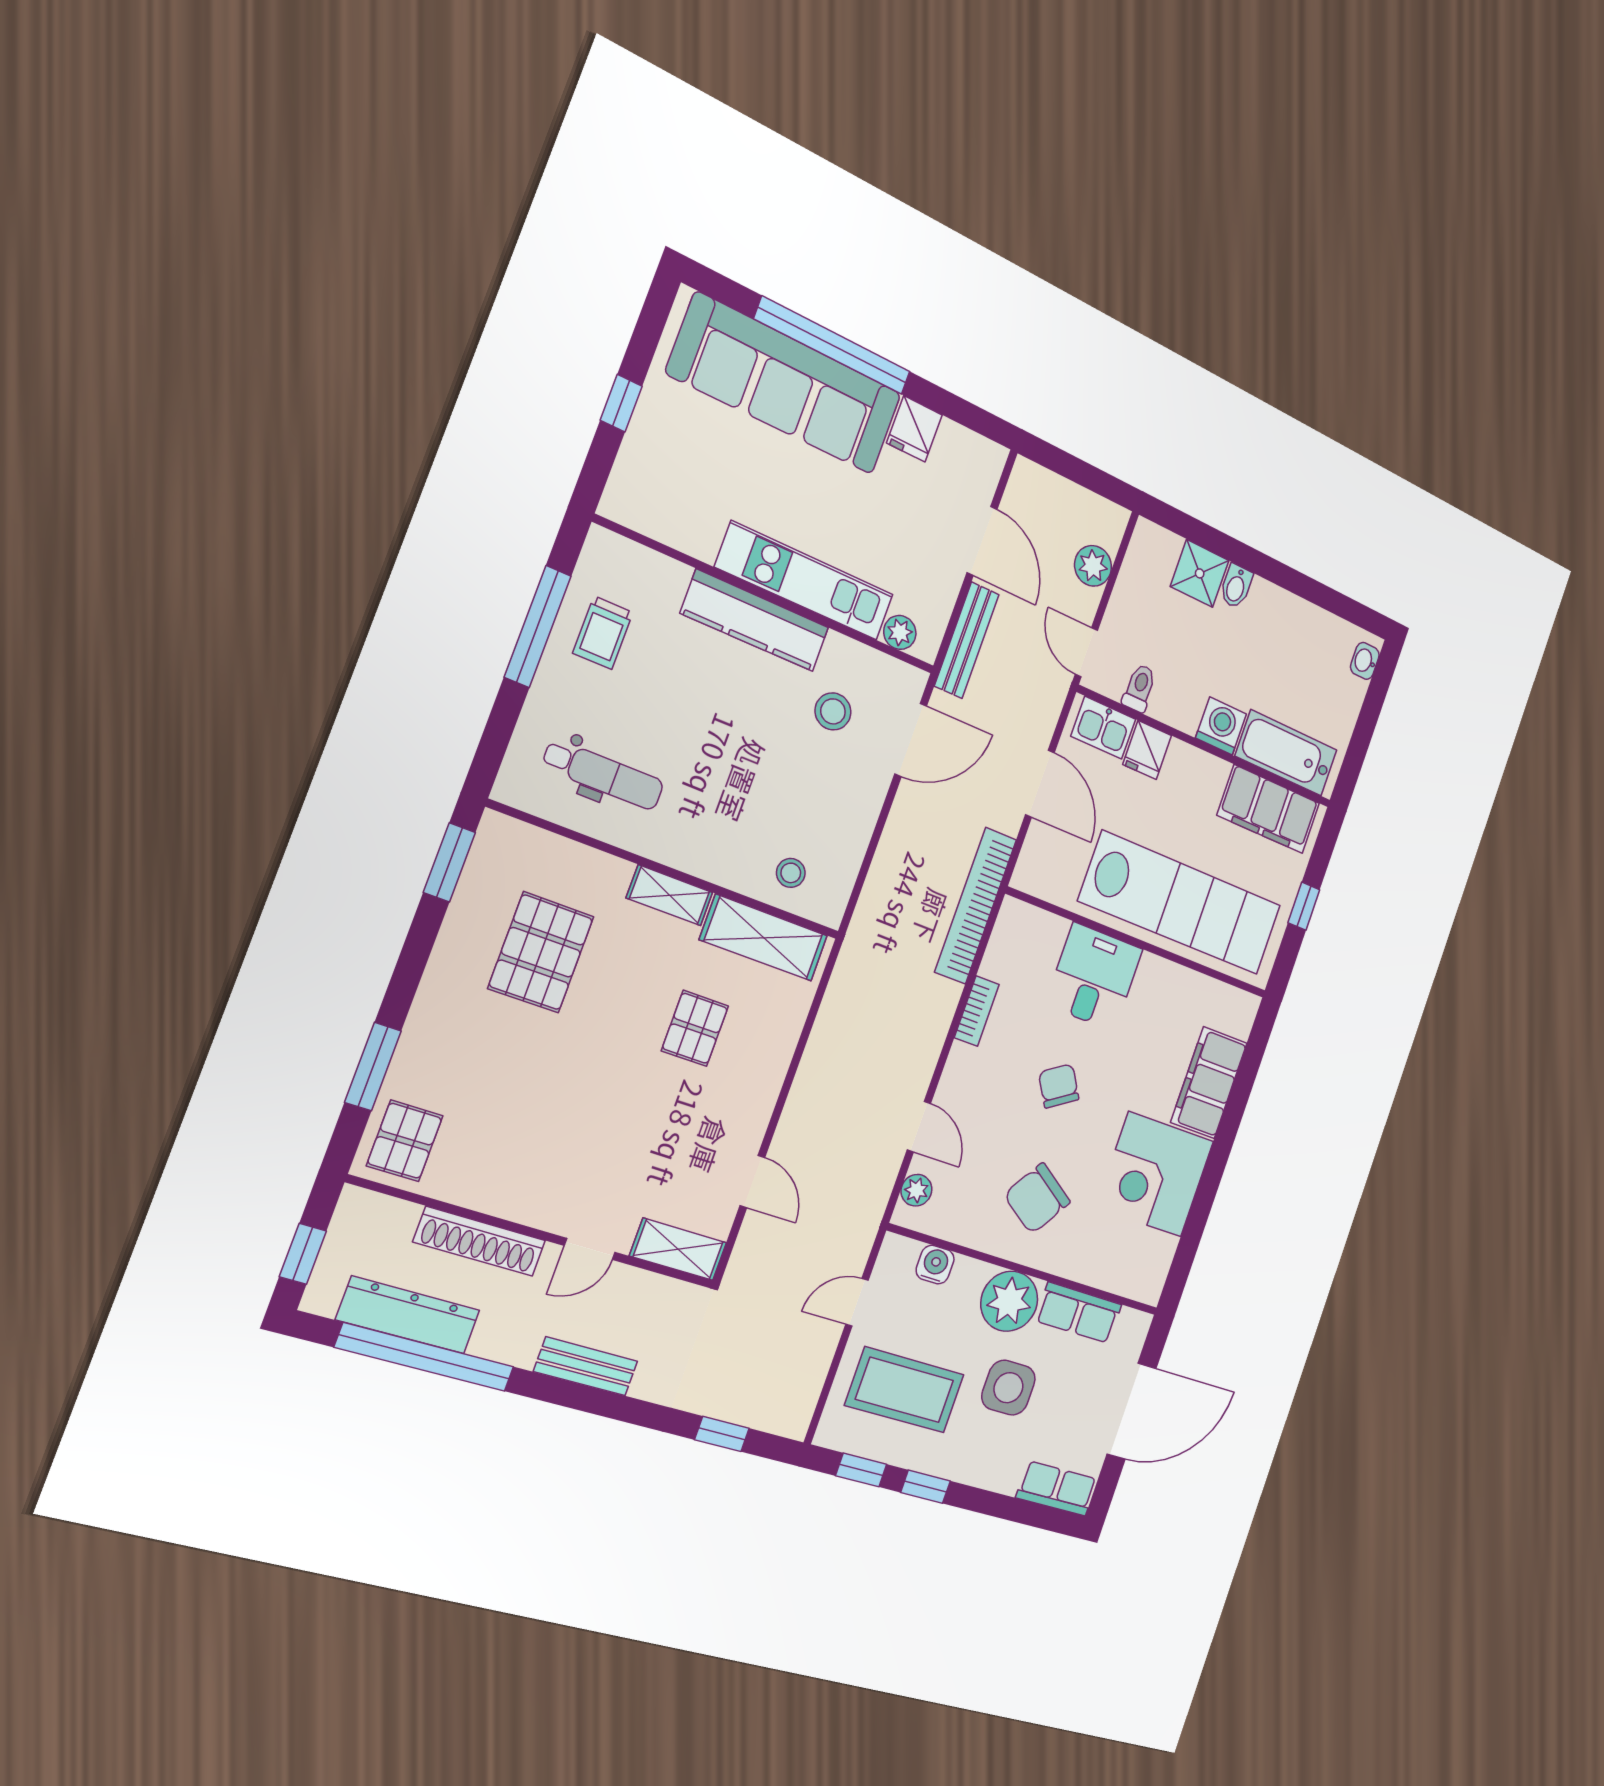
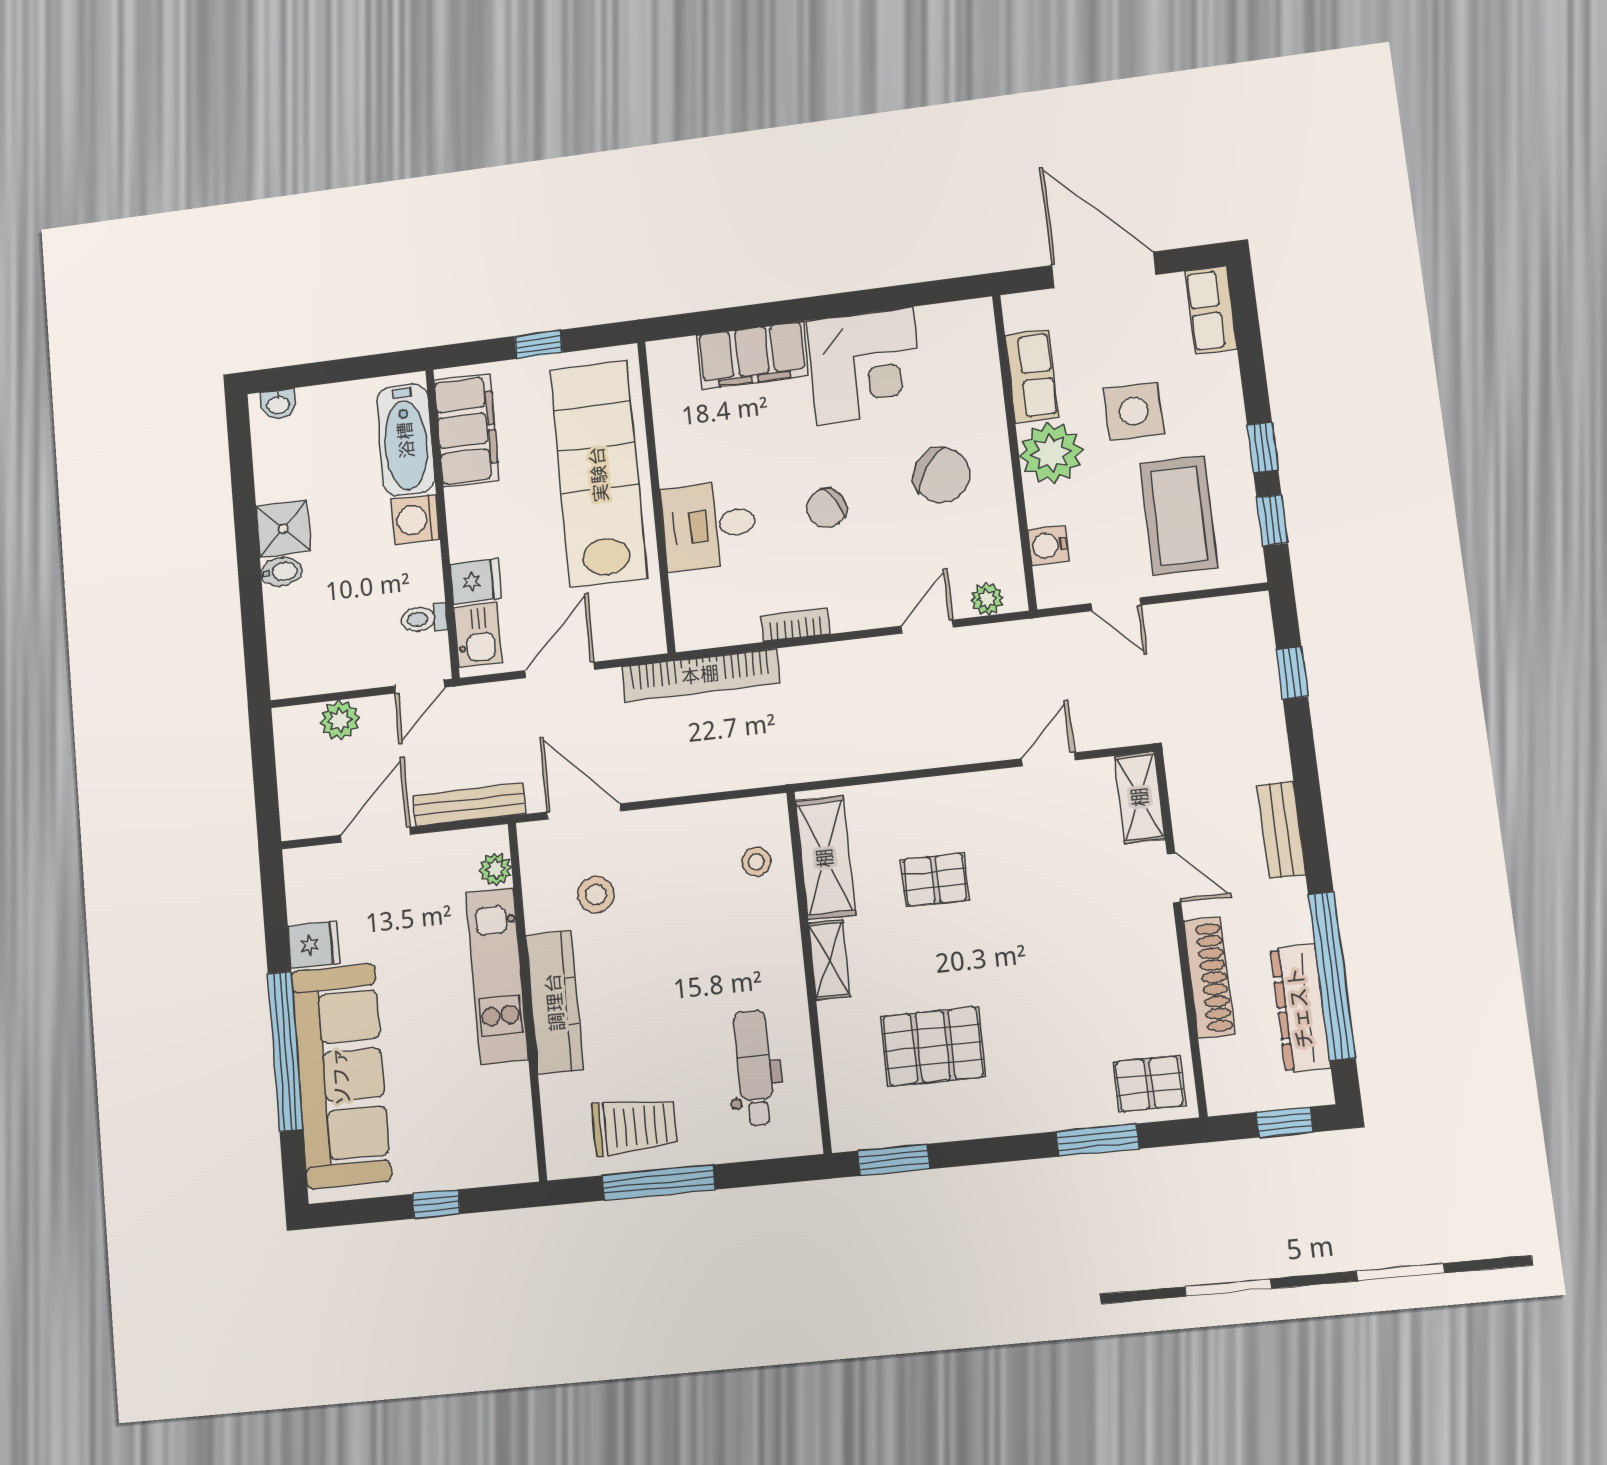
shower: (1200, 573) -> (283, 529), moved
trolley: (603, 633) -> (635, 1126), width x1.36, depth x1.39

